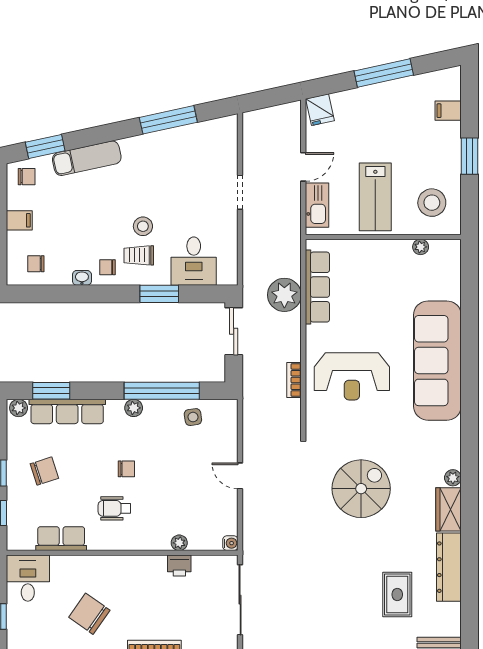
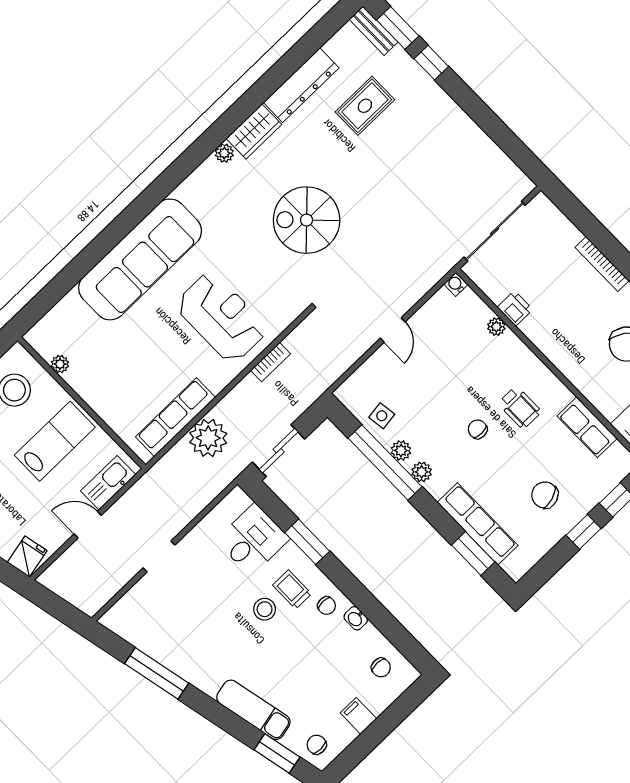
trolley: (139, 255) -> (292, 589), turned 180
plant: (19, 408) -> (401, 451), moved

